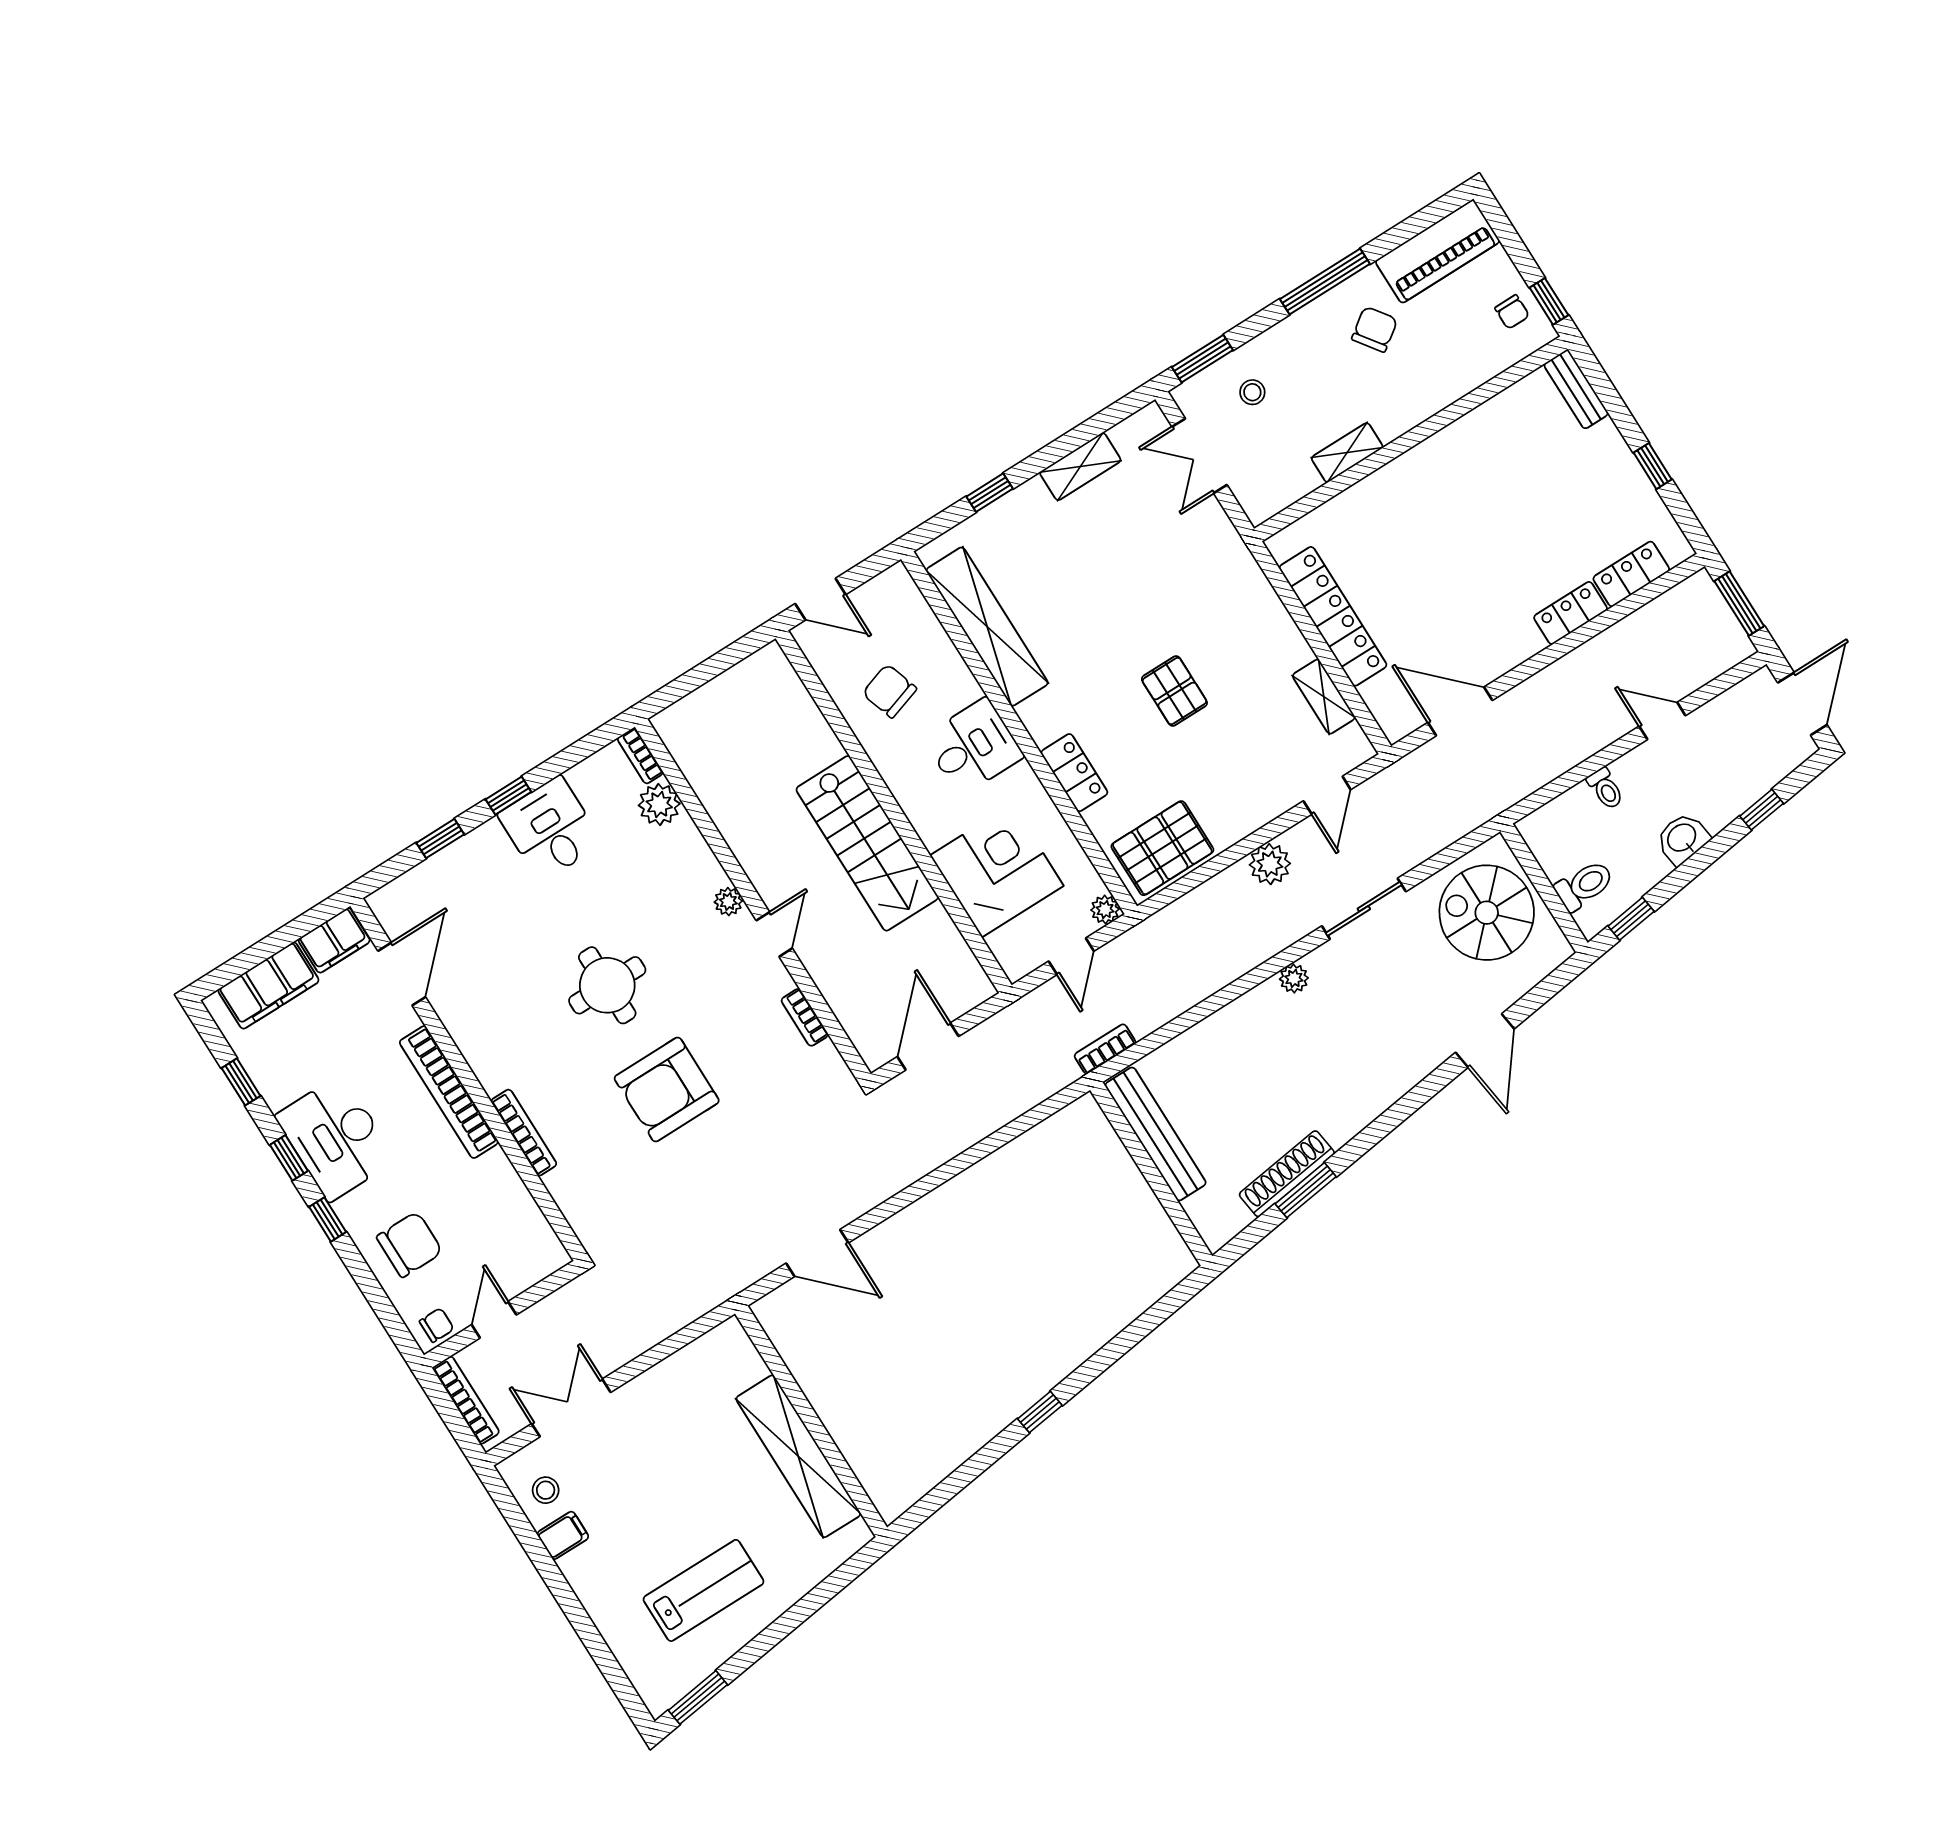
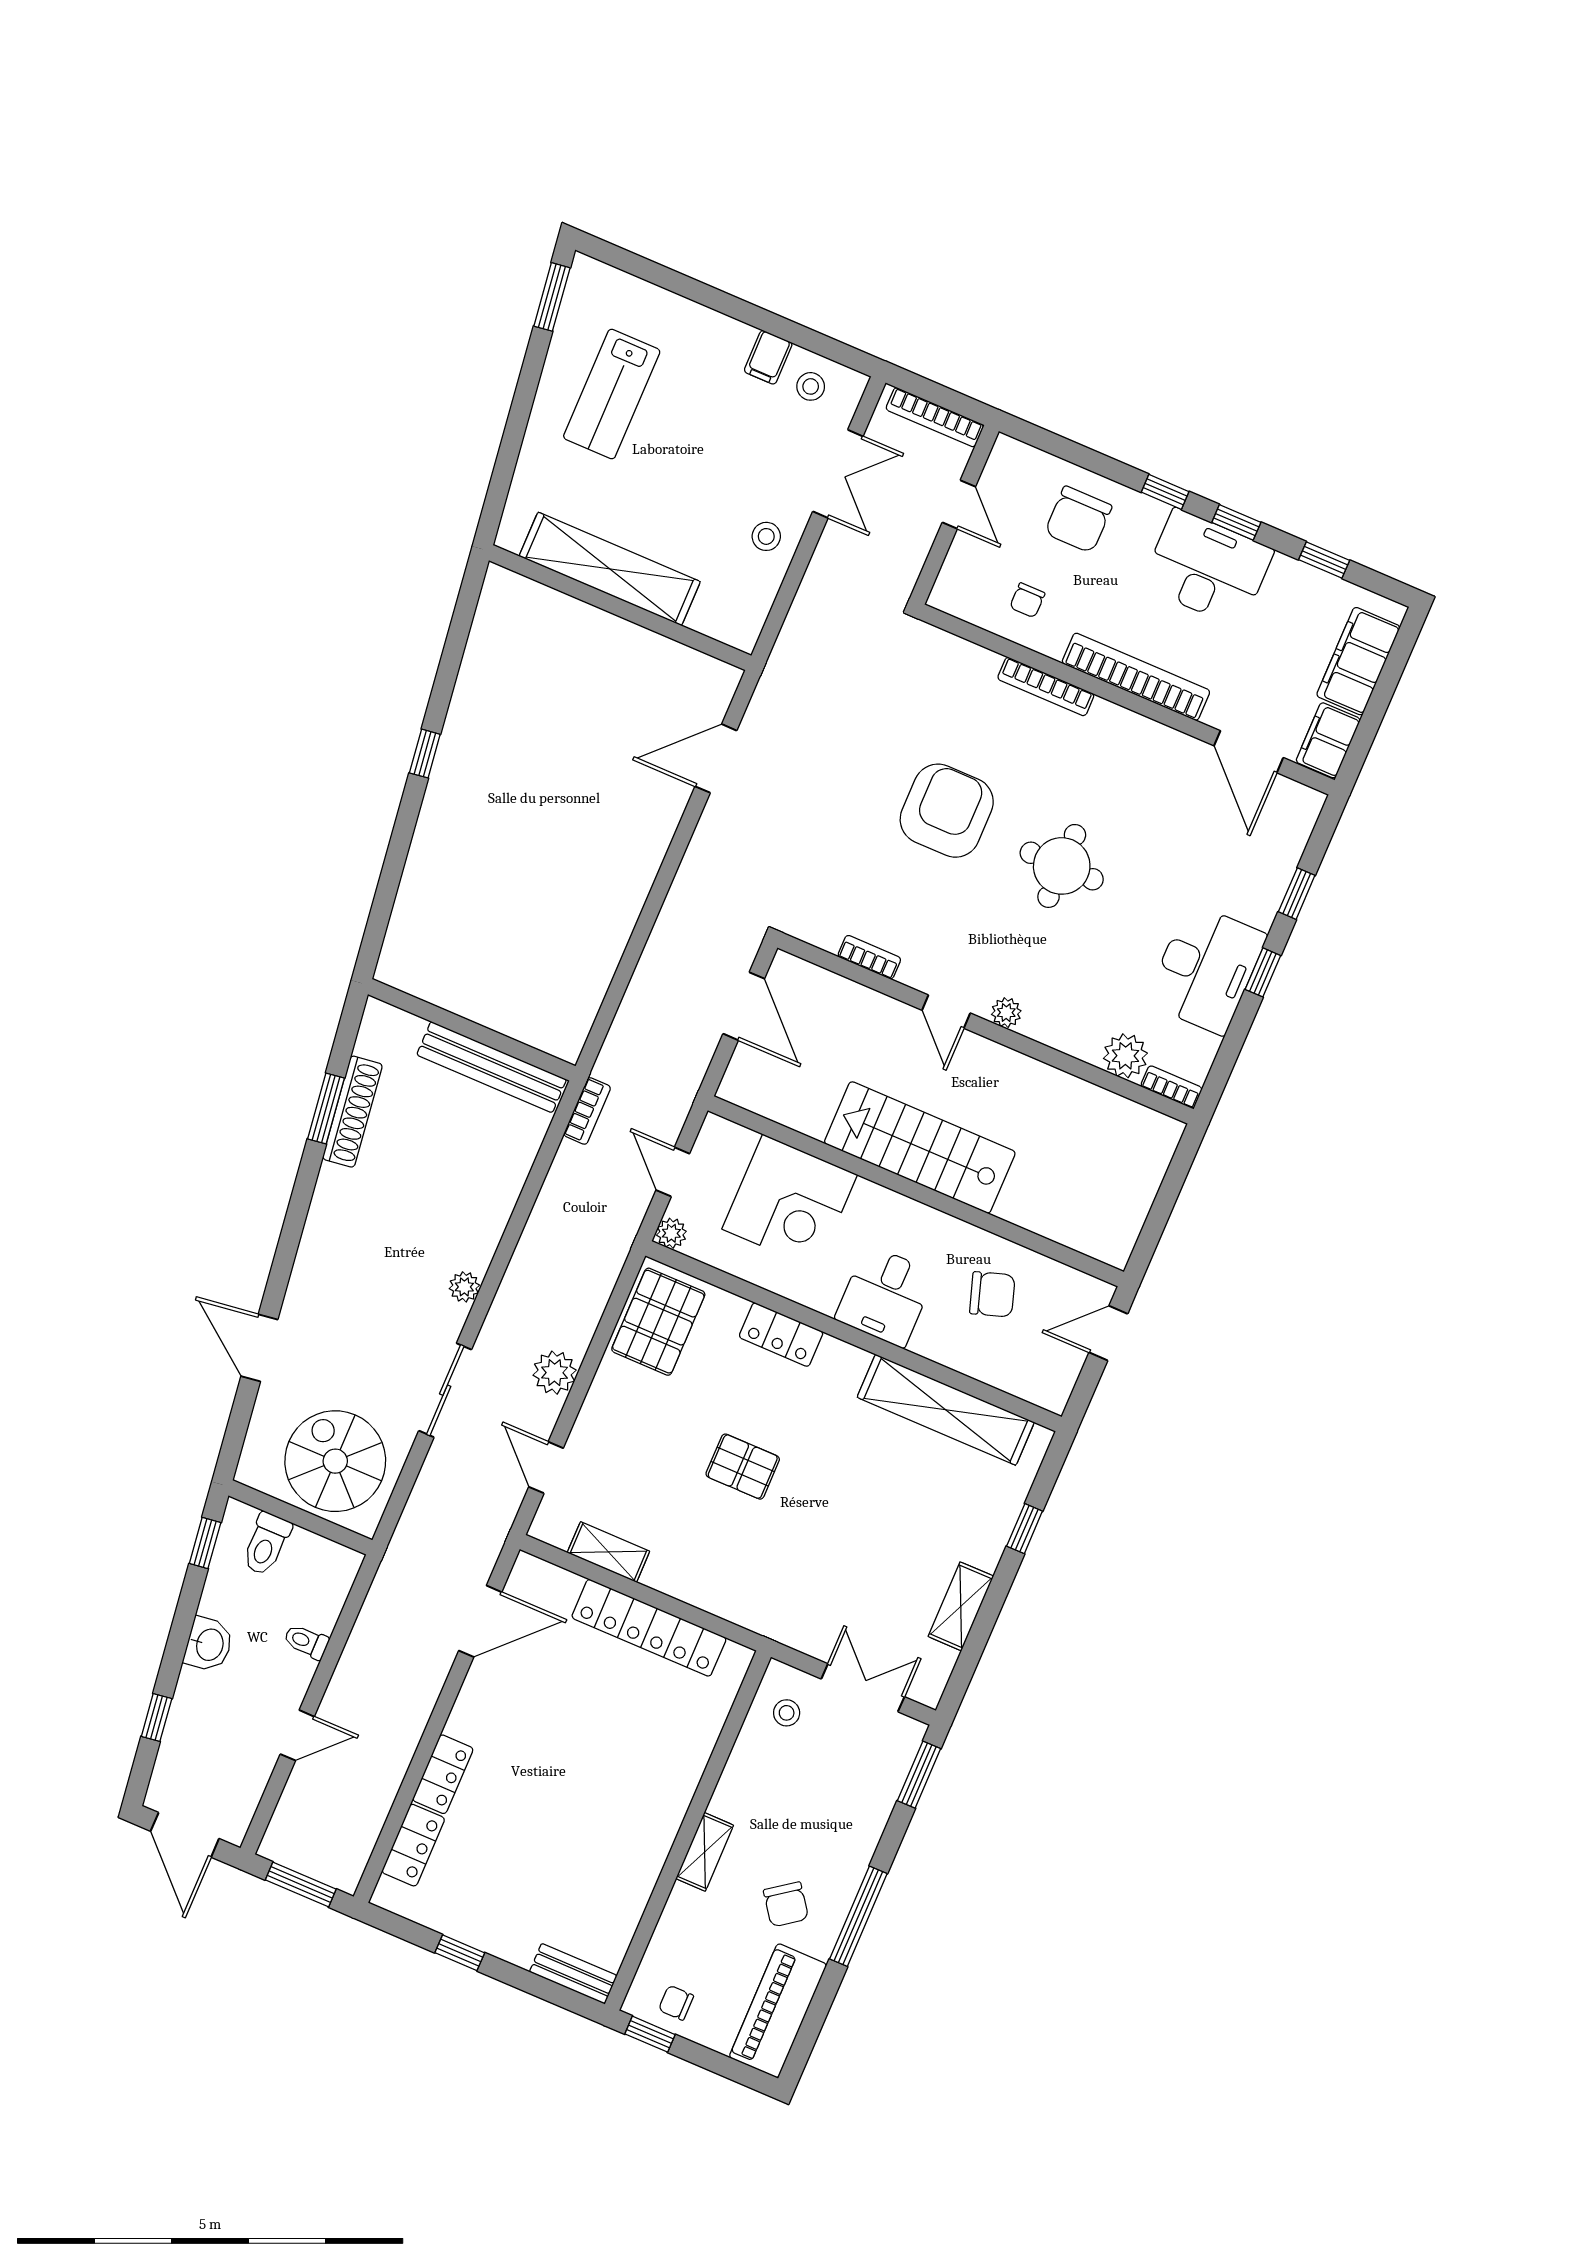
stool: (1252, 392) -> (787, 1713), moved
shelving: (1347, 453) -> (705, 1852), moved
desk: (550, 829) -> (1206, 969), width x1.37
spiral stairs: (1487, 913) -> (335, 1461), turned -90
chair: (437, 1325) -> (1027, 600), moved
stool: (660, 1398) -> (766, 536), added

